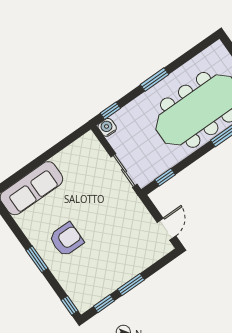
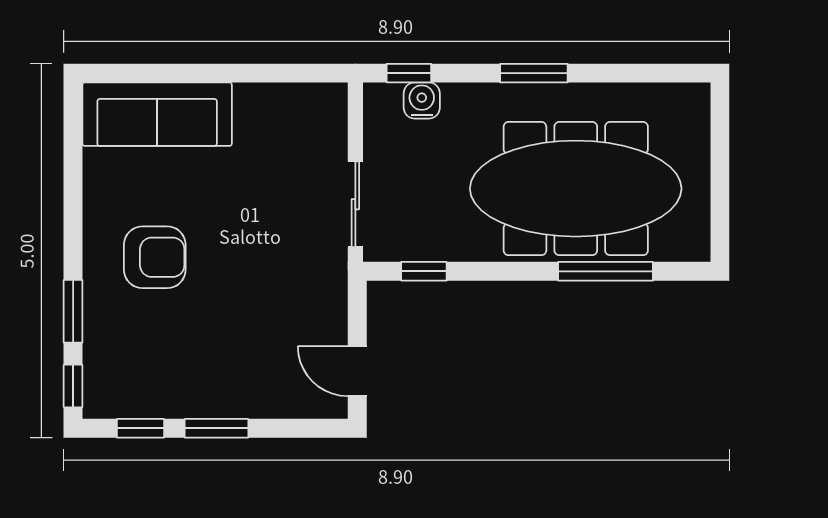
water cooler: (107, 127) -> (422, 100), moved
door: (166, 229) -> (357, 371), swing flipped
window: (37, 259) -> (73, 311), moved

